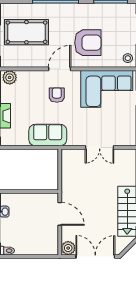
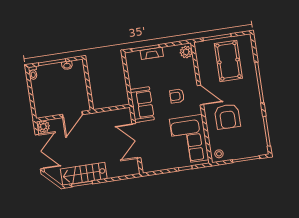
armchair: (57, 95) -> (177, 96), turned 180
sofa: (48, 135) -> (142, 105), moved
double door: (100, 147) -> (136, 141), width x1.37

